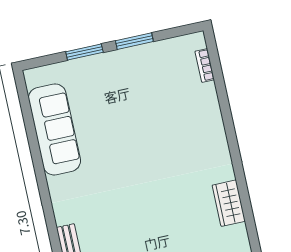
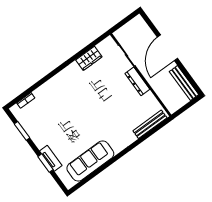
window: (134, 41) -> (22, 131), moved
tv unit: (89, 65) -> (51, 158), added

